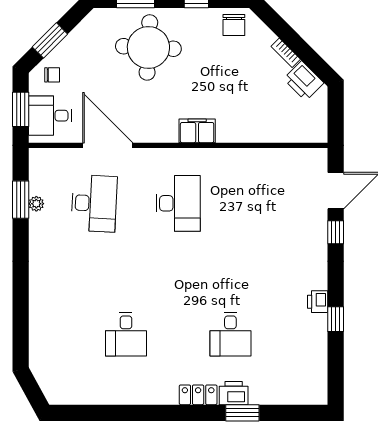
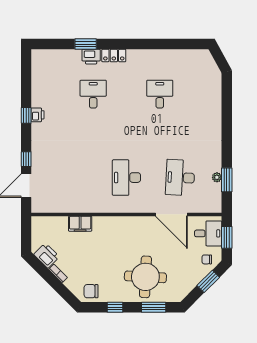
chair: (234, 25) -> (91, 291), turned -90
filing cabinet: (197, 131) -> (80, 224), moved
window: (336, 319) -> (26, 115), moved

